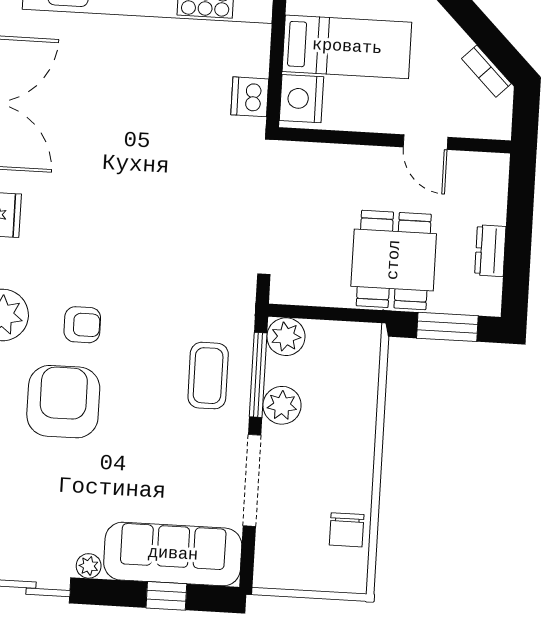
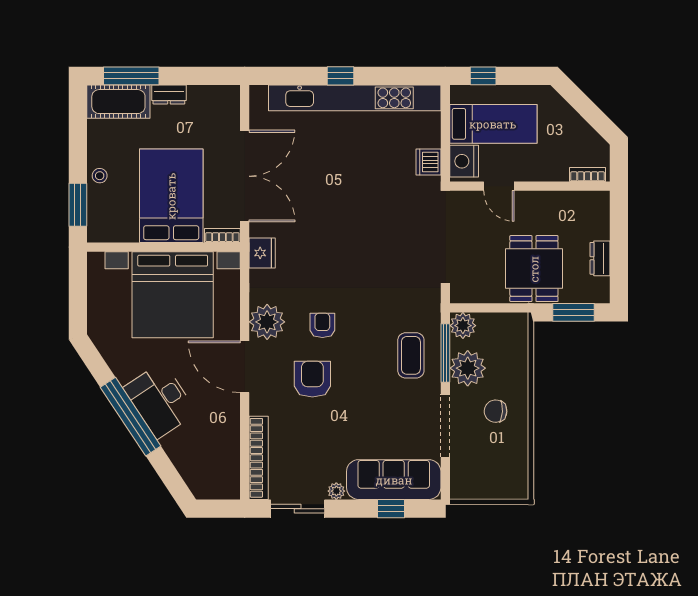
bookcase: (486, 71) -> (588, 175), moved, turned 135
door: (425, 142) -> (499, 186), moved
armchair: (82, 325) -> (322, 325), turned -90
armchair: (63, 402) -> (312, 379), width x0.73, depth x0.73
plant: (282, 405) -> (468, 368), width x1.36, depth x1.36
chair: (347, 530) -> (496, 411), moved, turned 93

